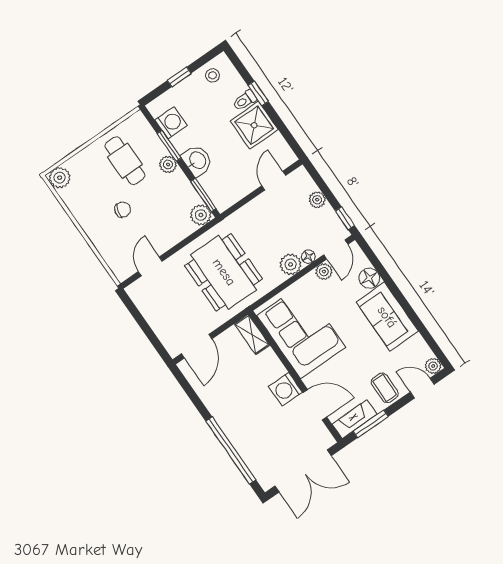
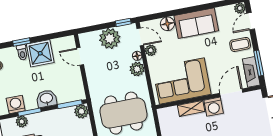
plant: (168, 164) -> (22, 122), moved
plant: (317, 200) -> (110, 38), width x1.87, depth x1.87
shelving: (252, 335) -> (191, 108), moved

